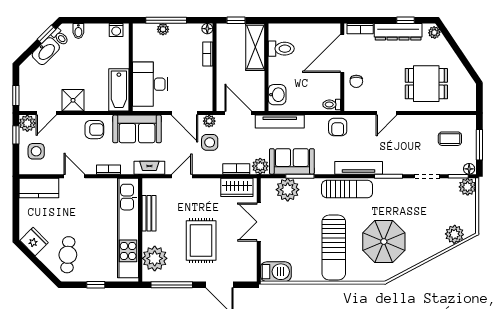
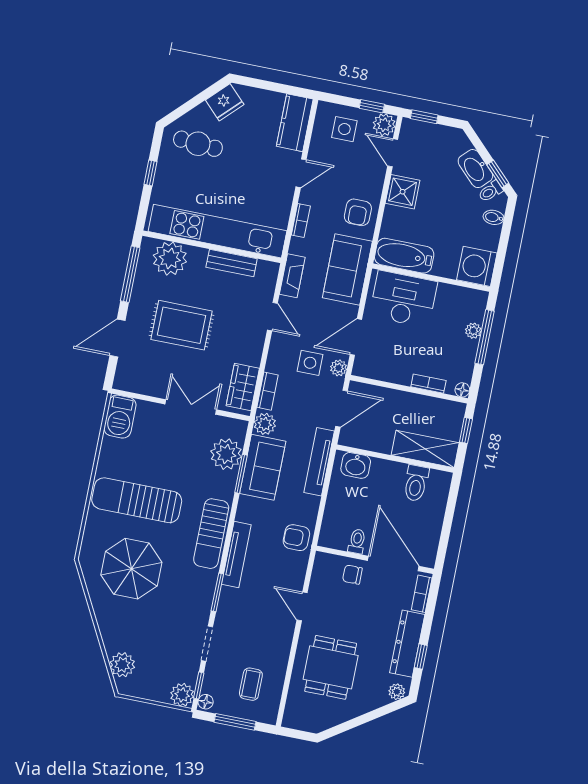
washing machine: (116, 30) -> (477, 266), width x1.89, depth x1.89
toilet: (332, 104) -> (357, 541), moved

